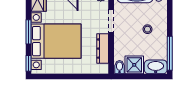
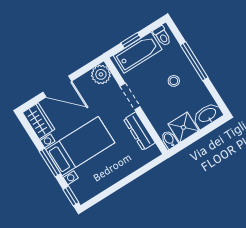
bed with nightstands: (56, 41) -> (80, 146), width x0.73
window: (170, 53) -> (194, 61), moved

